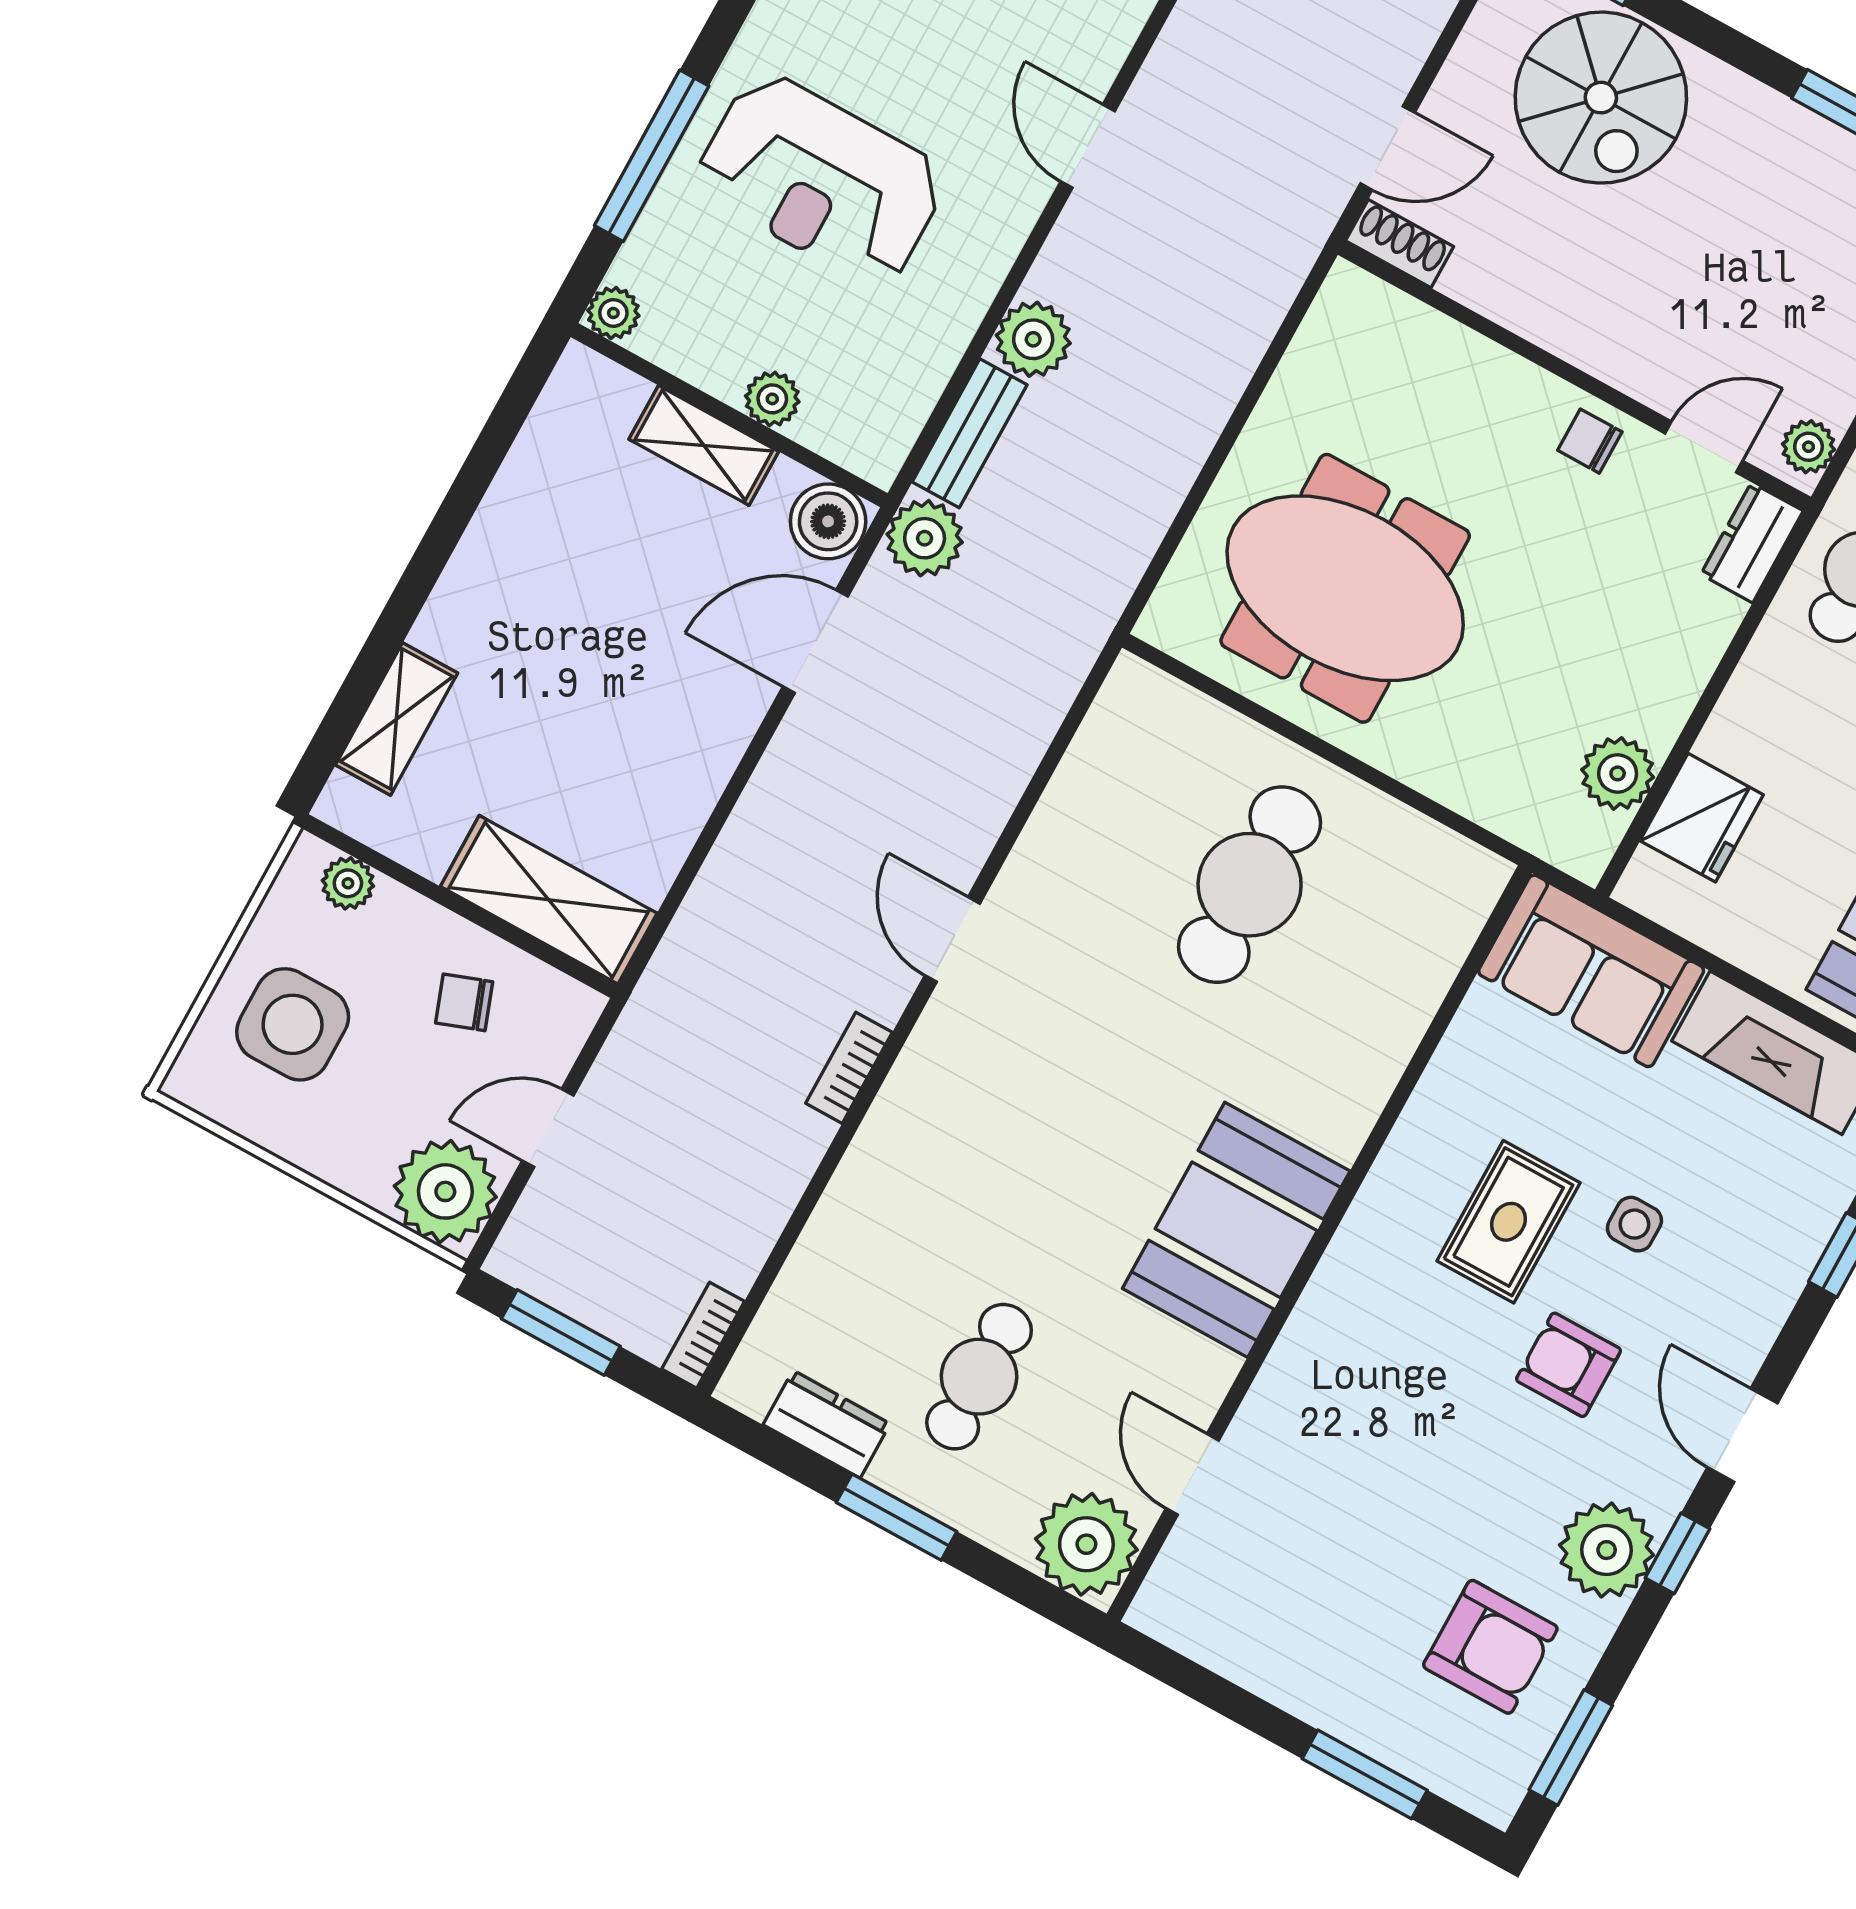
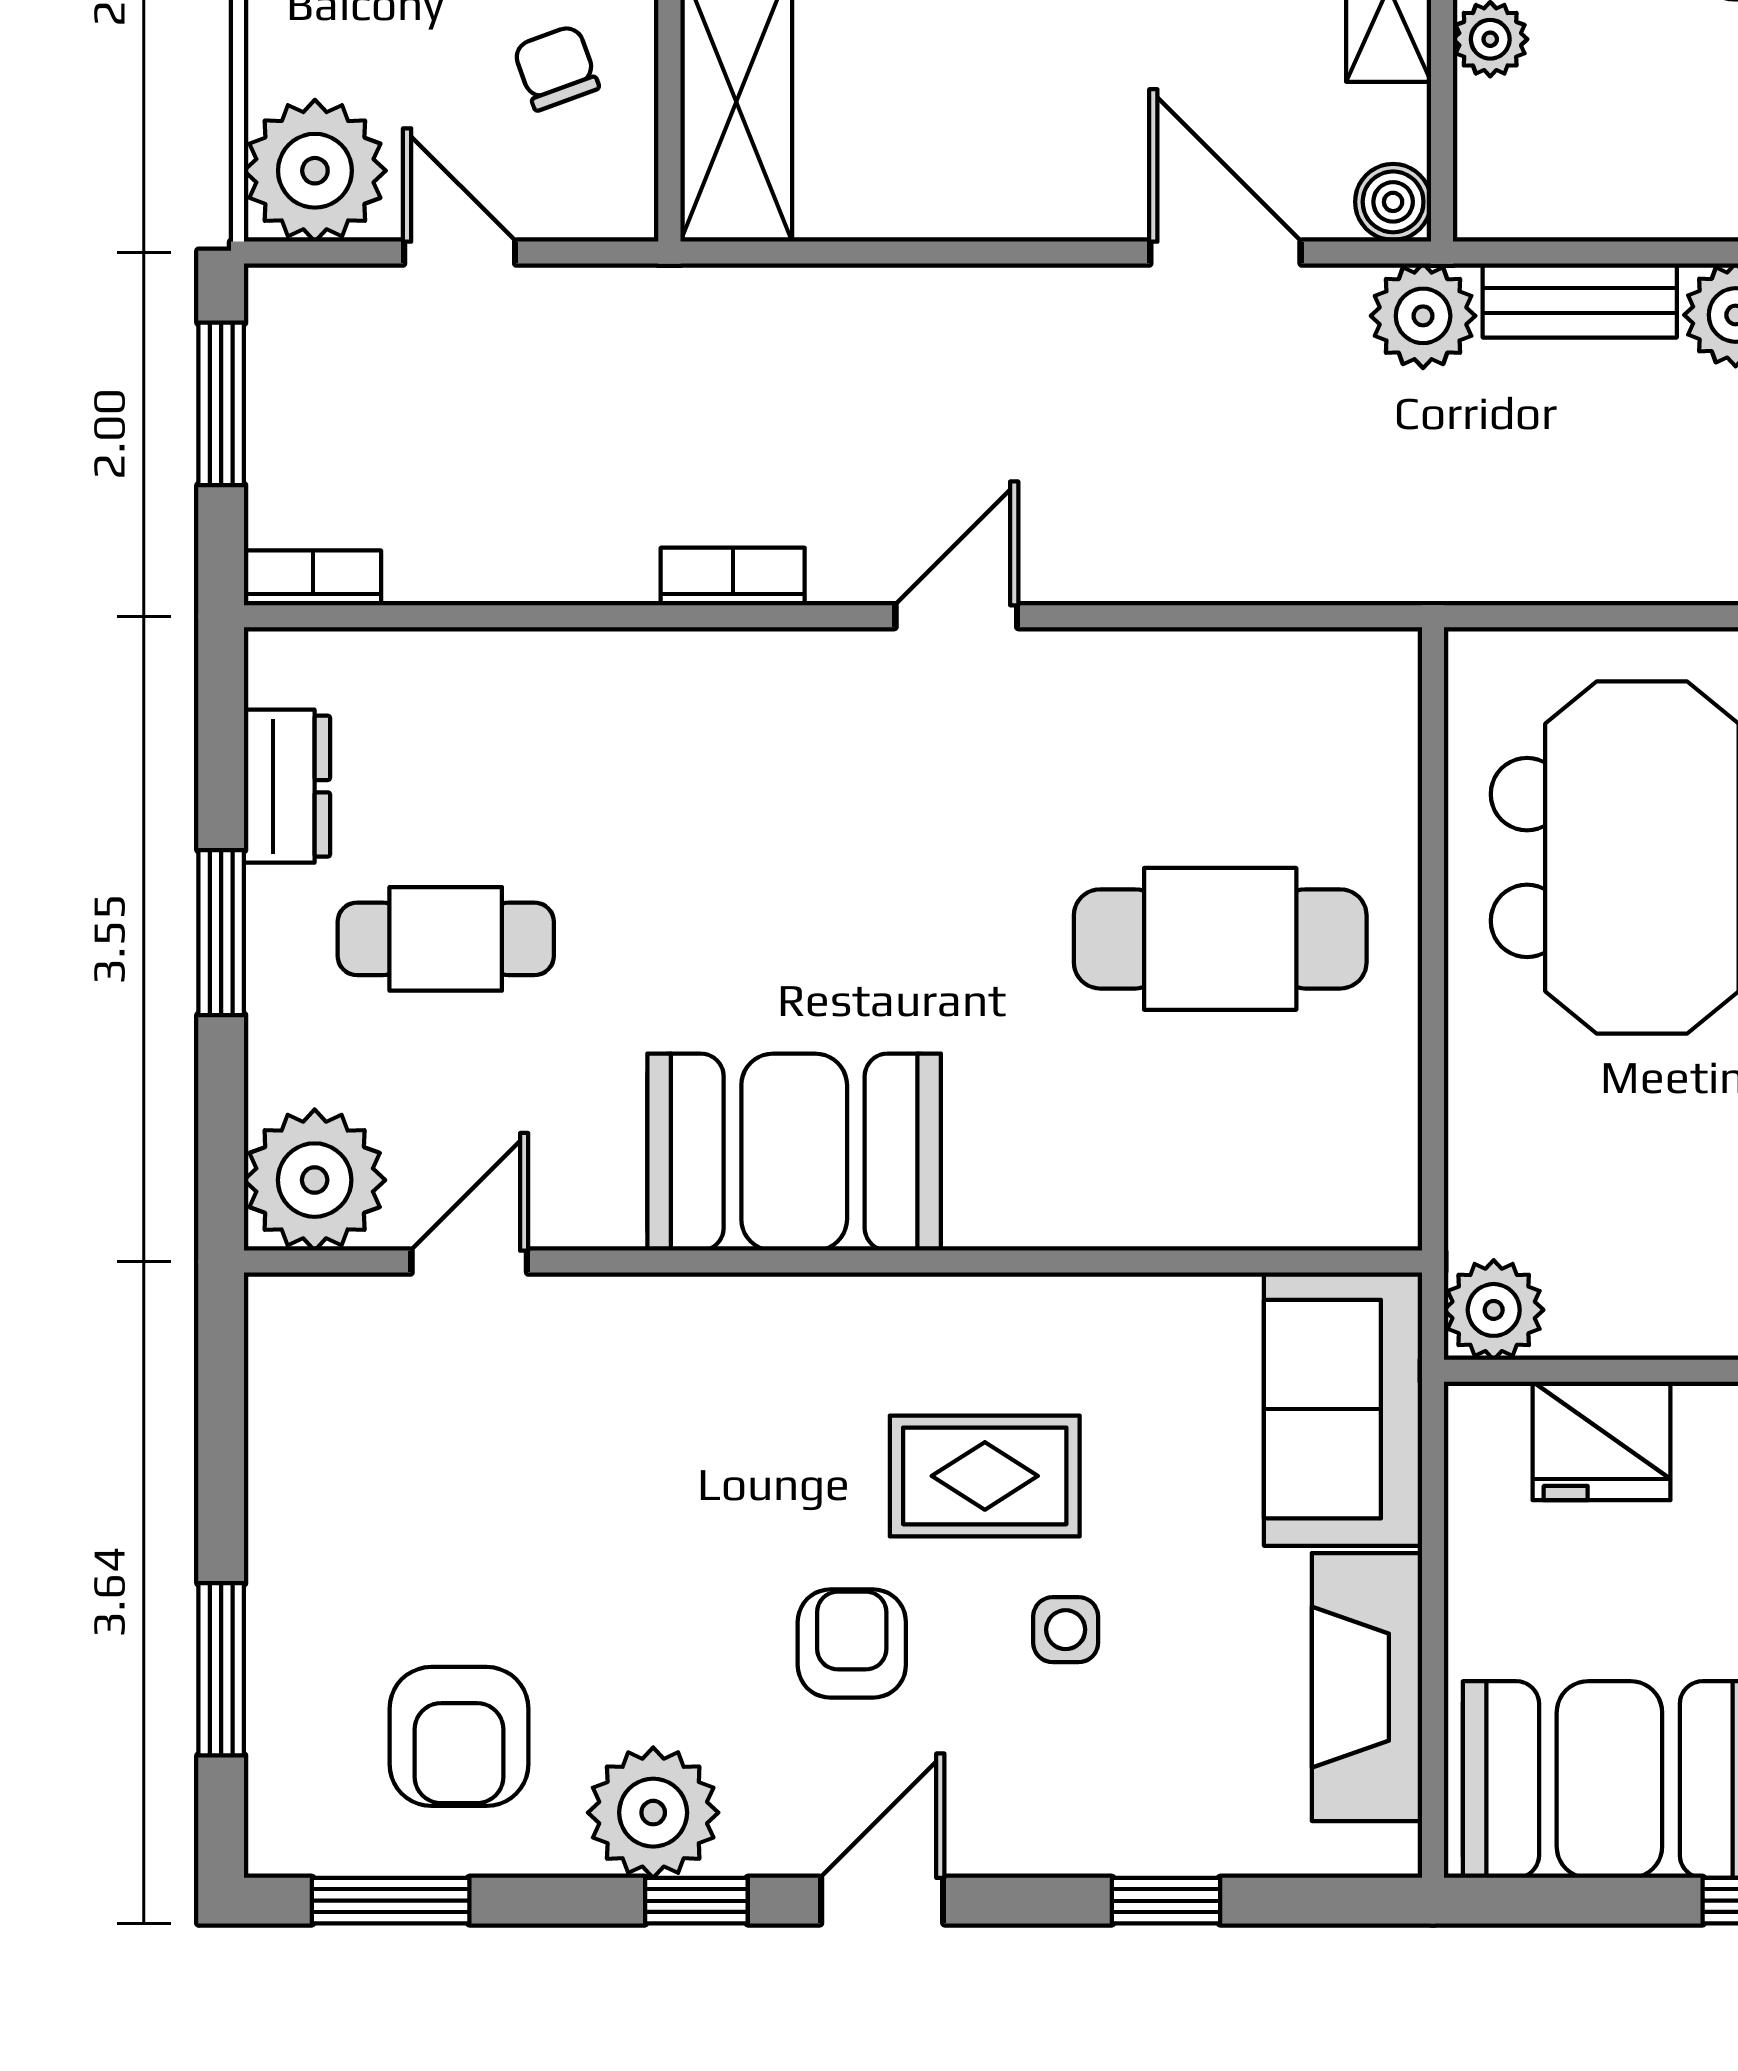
boiler: (828, 521) -> (1393, 202), width x0.73, depth x0.73
plant: (1618, 773) -> (1494, 1310), moved

